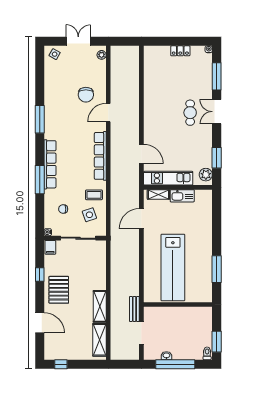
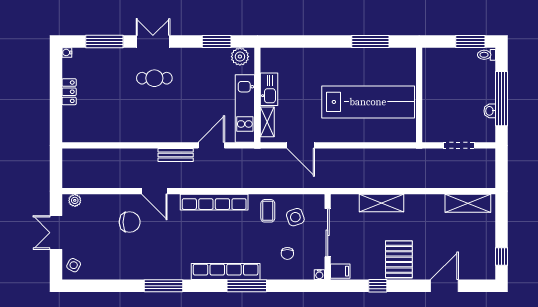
double door: (217, 112) -> (153, 42), swing flipped
pallet: (59, 290) -> (399, 259), turned 90
shelving: (100, 306) -> (382, 203), moved
bench: (134, 309) -> (176, 155), moved

